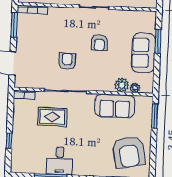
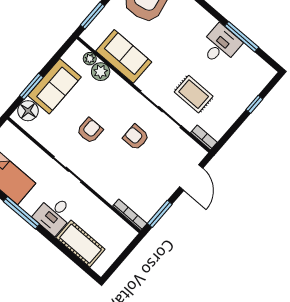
floor lamp: (148, 24) -> (28, 111), added
armchair: (67, 61) -> (136, 137), turned 90

